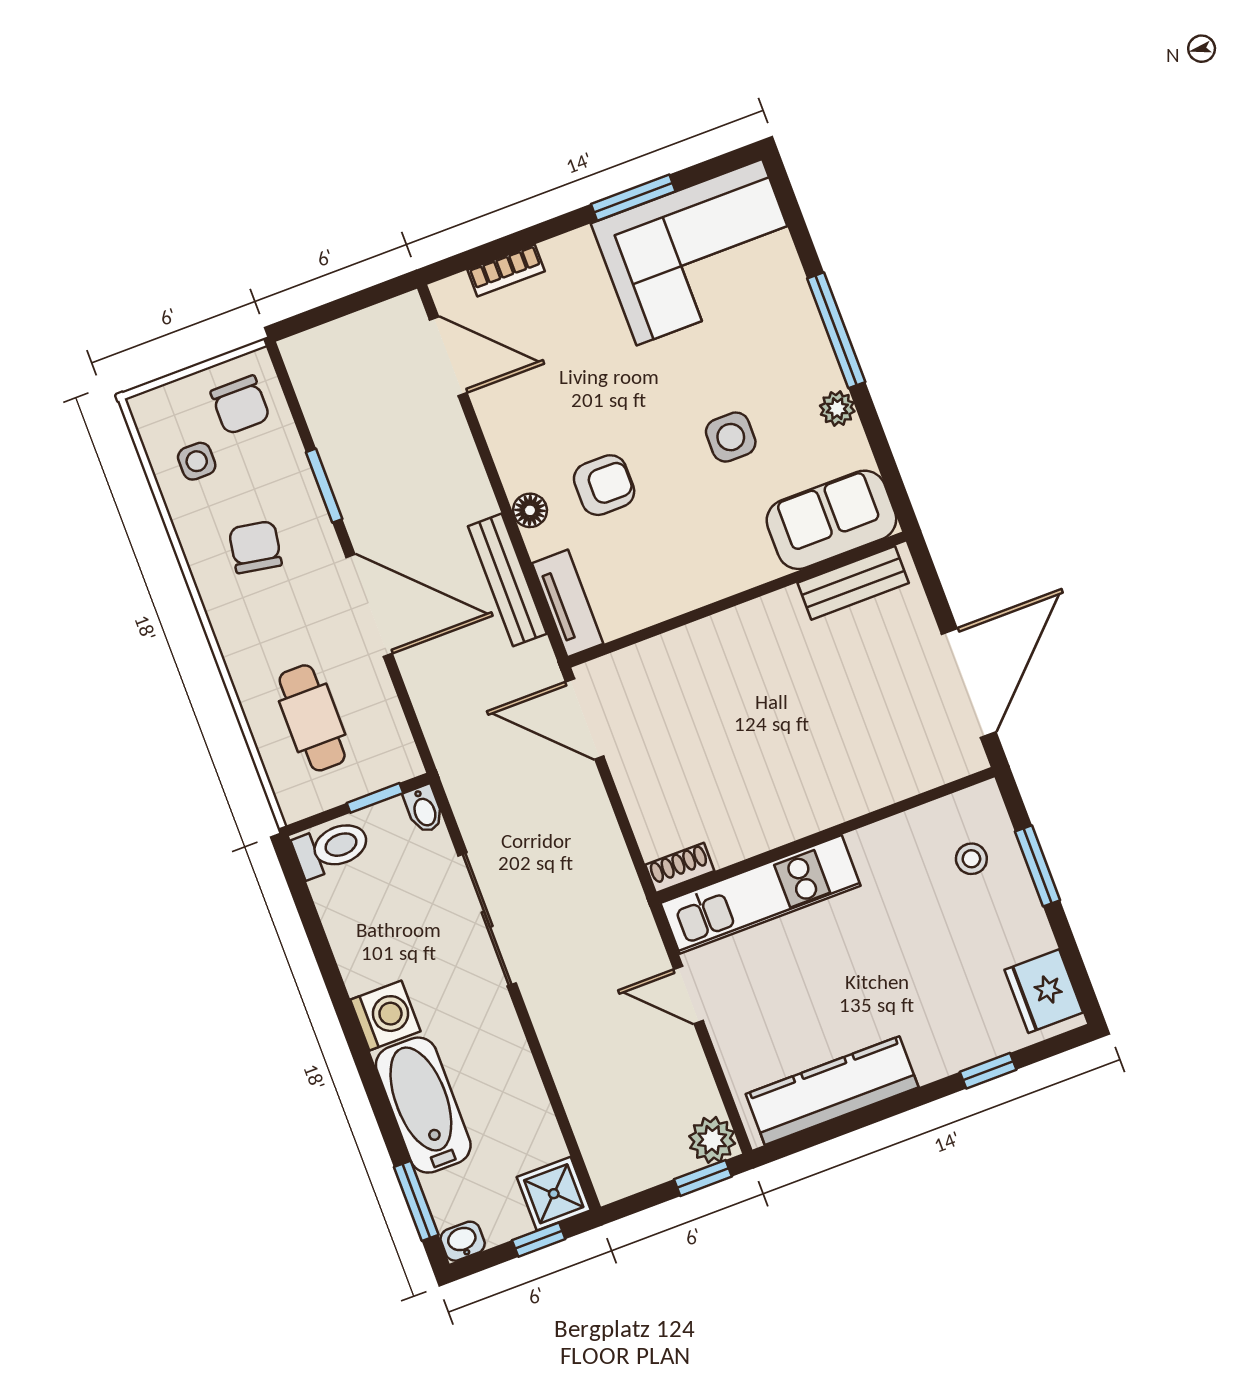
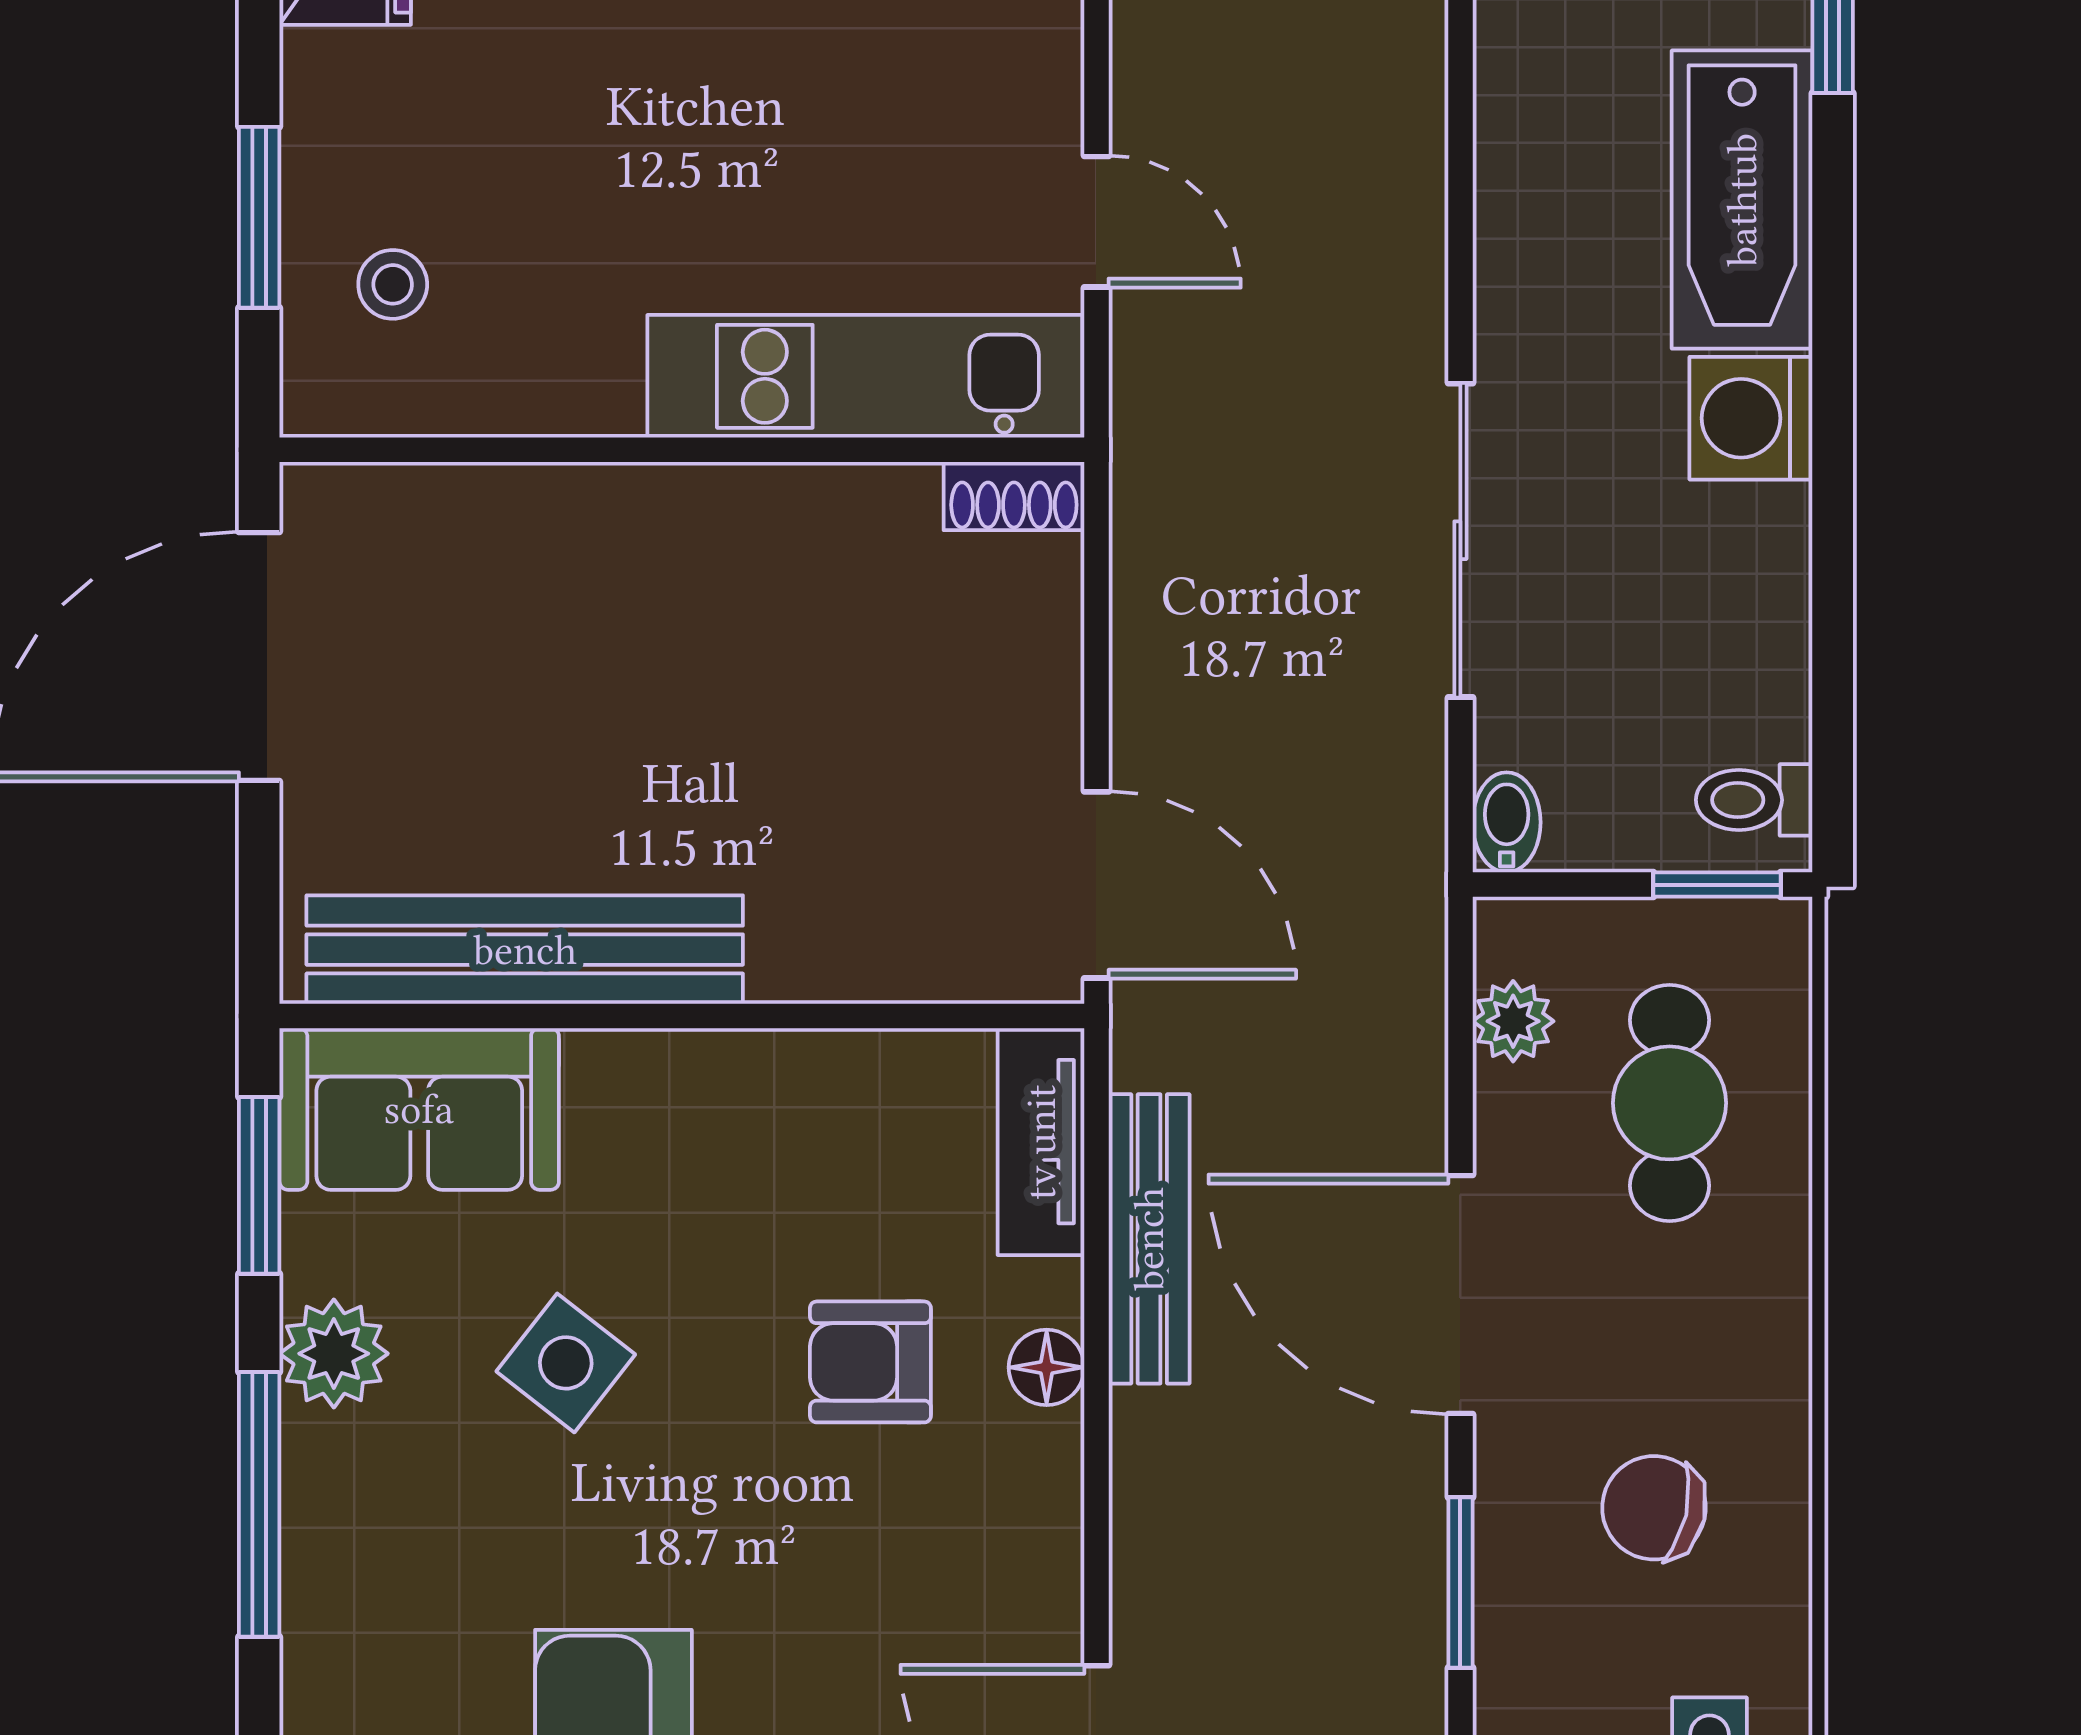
plant: (837, 409) -> (334, 1354), width x1.38, depth x1.38
side table: (731, 437) -> (566, 1363), turned 38
window: (886, 463) -> (259, 1185), added
chair: (255, 547) -> (1654, 1508), turned 93
bench: (853, 583) -> (525, 950), width x1.86, depth x1.21
plant: (390, 727) -> (1513, 1021), added
window: (375, 798) -> (1717, 885), moved
toilet: (332, 848) -> (1754, 800), width x0.73, depth x0.72

